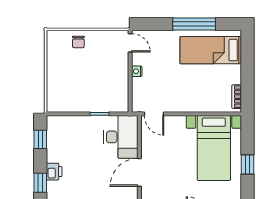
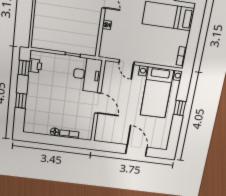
door: (154, 114) -> (127, 62), moved
printer: (54, 172) -> (35, 66), moved
door: (139, 172) -> (98, 103), swing flipped

